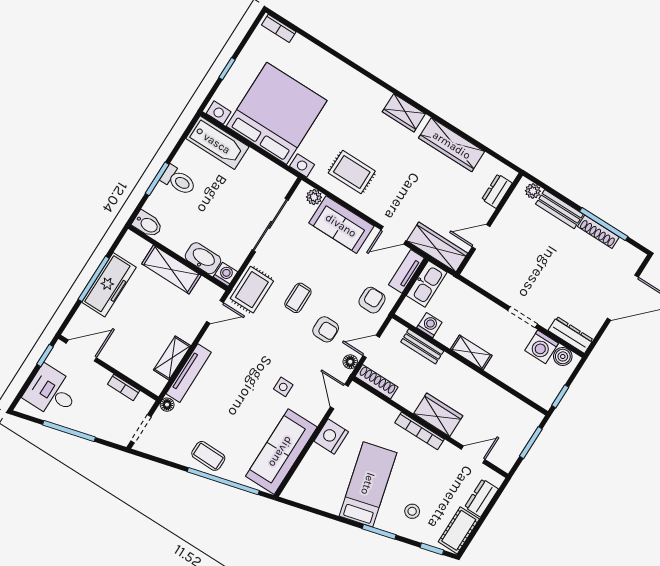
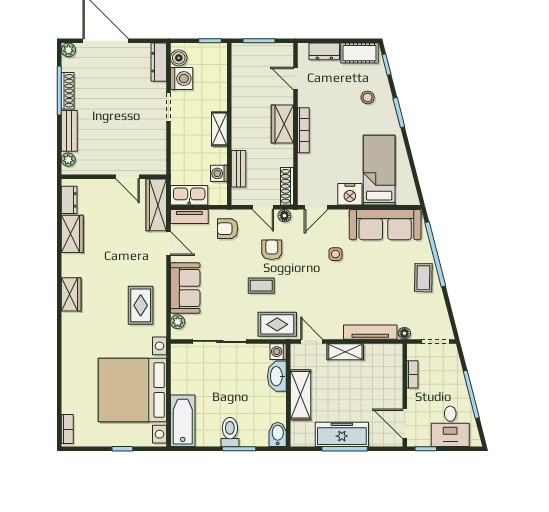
wardrobe: (452, 145) -> (72, 234), width x0.67
dresser: (497, 191) -> (69, 200), moved, turned -90
plant: (636, 257) -> (68, 50), added
shelving: (172, 358) -> (345, 352), moved
bed: (368, 484) -> (379, 170), moved, turned 104

